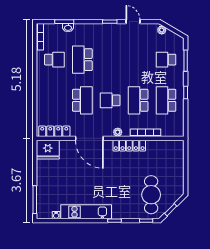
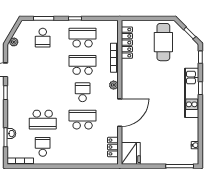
school desk: (110, 100) -> (83, 92), turned 180
school desk: (138, 100) -> (83, 65), turned 180
school desk: (166, 100) -> (83, 38), turned 180
locker: (54, 131) -> (113, 147), width x0.66
locker: (129, 146) -> (127, 43), moved
cafe table: (151, 195) -> (163, 42), moved, turned 90
kitchen unit: (86, 212) -> (192, 93), moved

